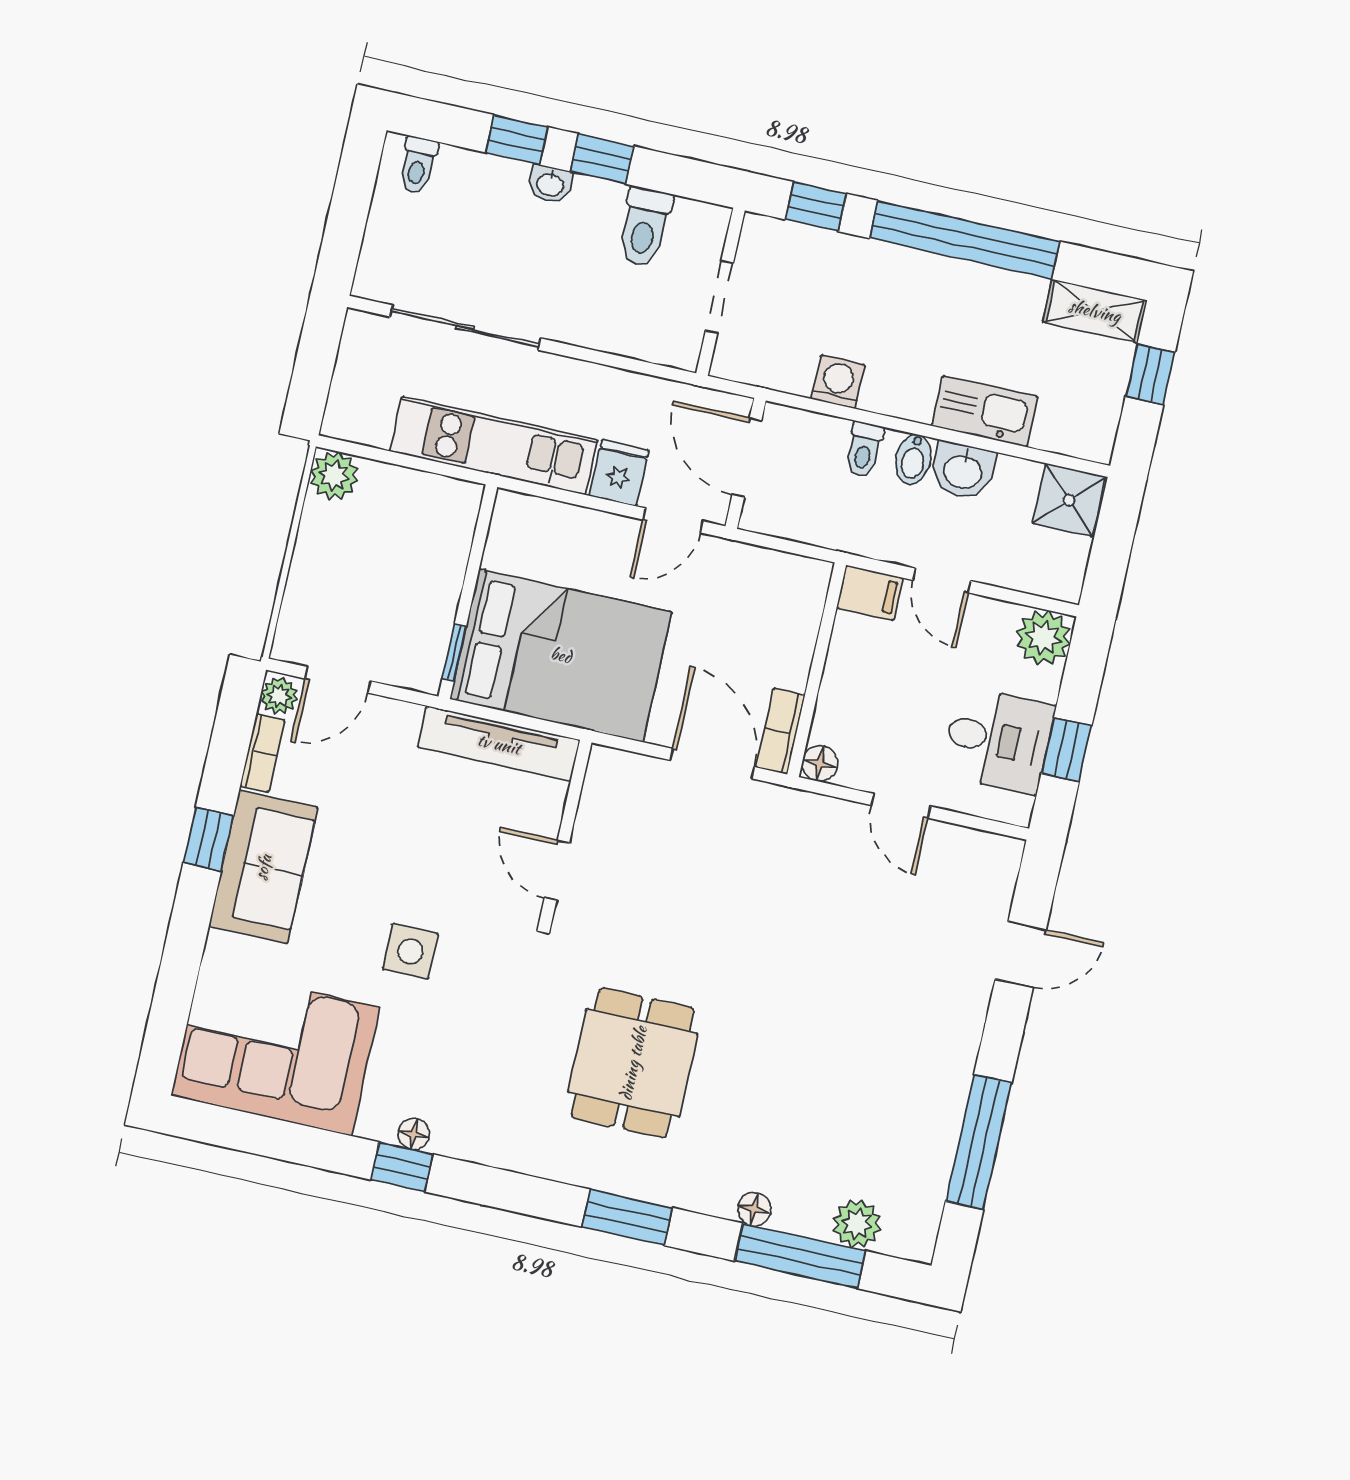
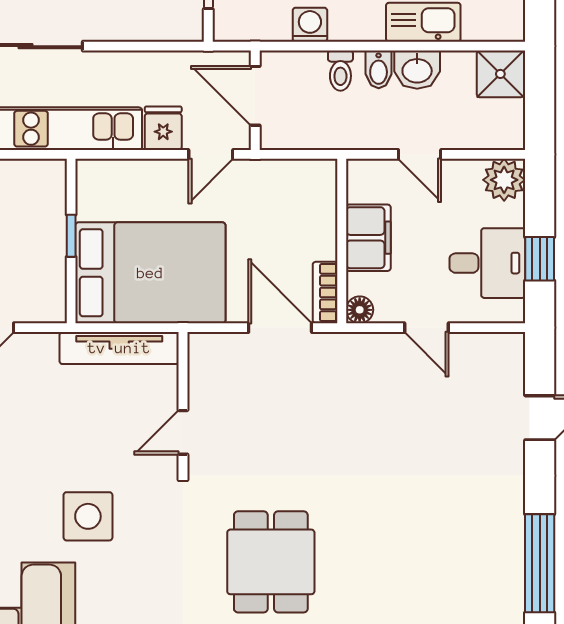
filing cabinet: (870, 593) -> (368, 238), moved, width x2.00
window: (454, 653) -> (71, 236), moved
door: (557, 870) -> (183, 432), hinge flipped
side table: (410, 951) -> (88, 516), width x1.37, depth x1.37

